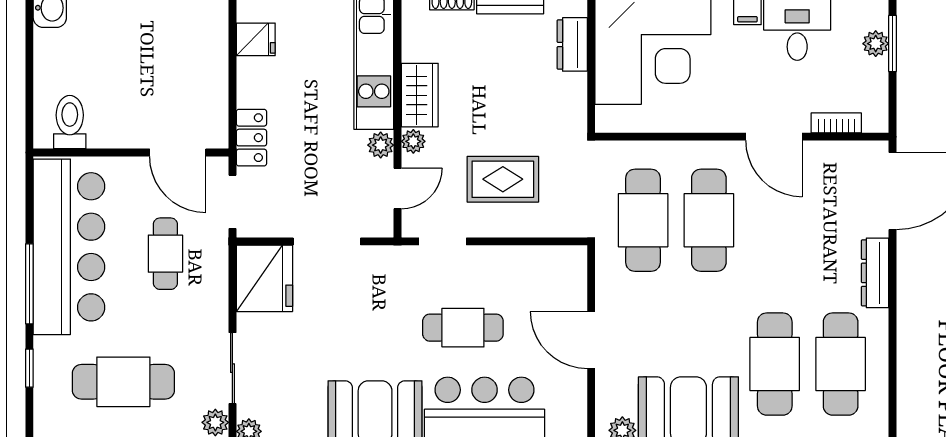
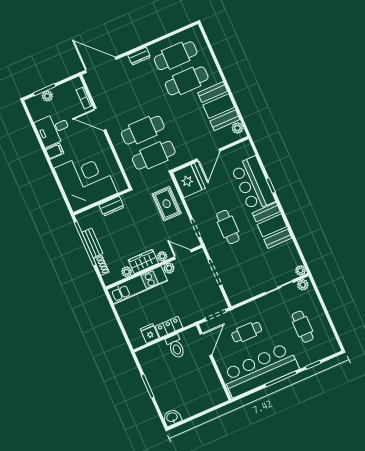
dresser: (572, 44) -> (112, 206), moved
plant: (414, 48) -> (127, 272), added
toilet: (70, 122) -> (176, 347), moved, turned -90
door: (774, 137) -> (100, 119), swing flipped
locker: (251, 138) -> (169, 327), moved
rug: (503, 179) -> (167, 204), moved
dresser: (875, 273) -> (139, 56), width x0.70
fridge: (264, 278) -> (189, 180), moved, turned 90
cafe table: (463, 328) -> (228, 227), moved
cafe table: (123, 382) -> (303, 327), width x0.73, depth x0.74

